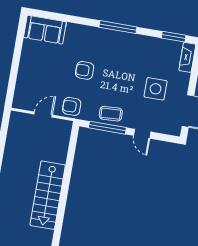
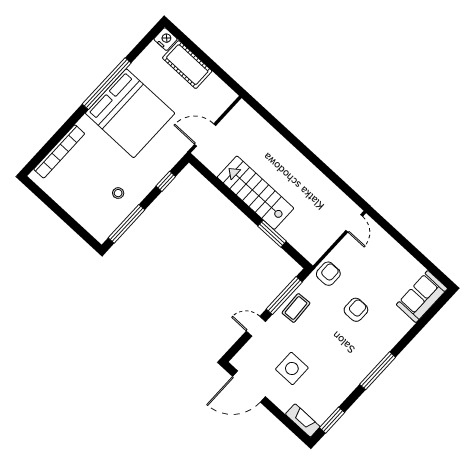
door: (43, 114) -> (354, 223), moved
window: (69, 165) -> (272, 234), added

